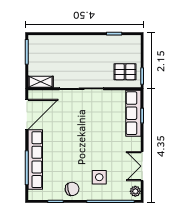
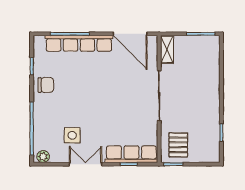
double door: (142, 166) -> (86, 164), moved
side table: (99, 177) -> (72, 135), moved
chair: (72, 189) -> (46, 85), turned -78

